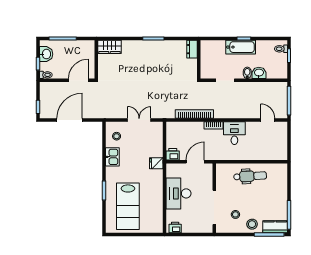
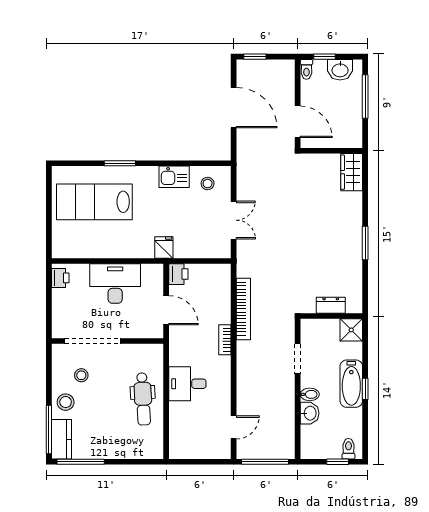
shower: (207, 47) -> (351, 330), added
dresser: (192, 49) -> (331, 305), moved
desk: (234, 133) -> (187, 384), moved, turned 180

